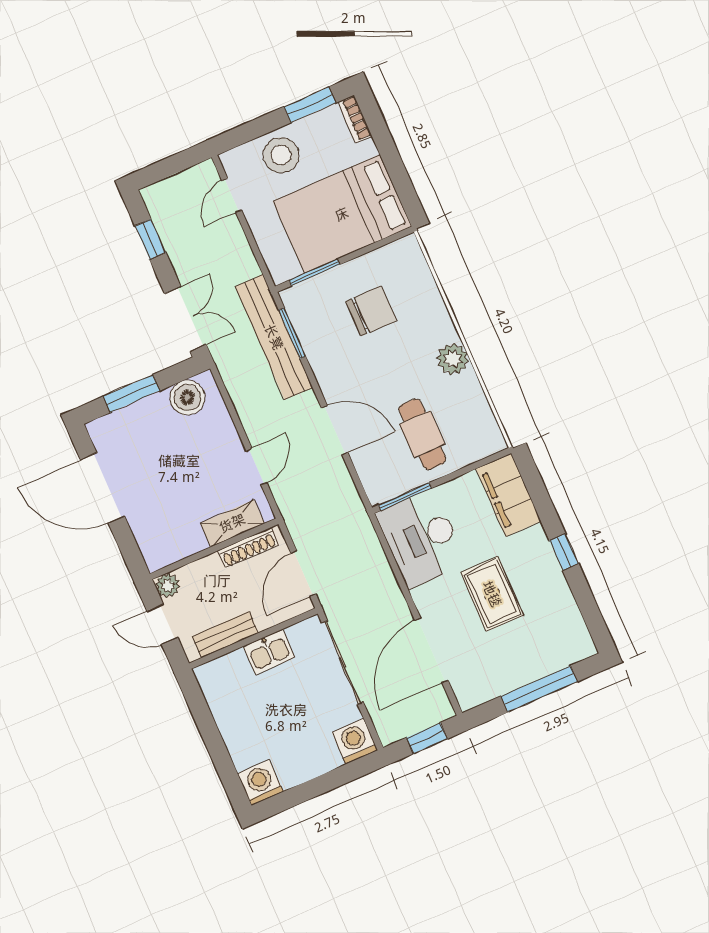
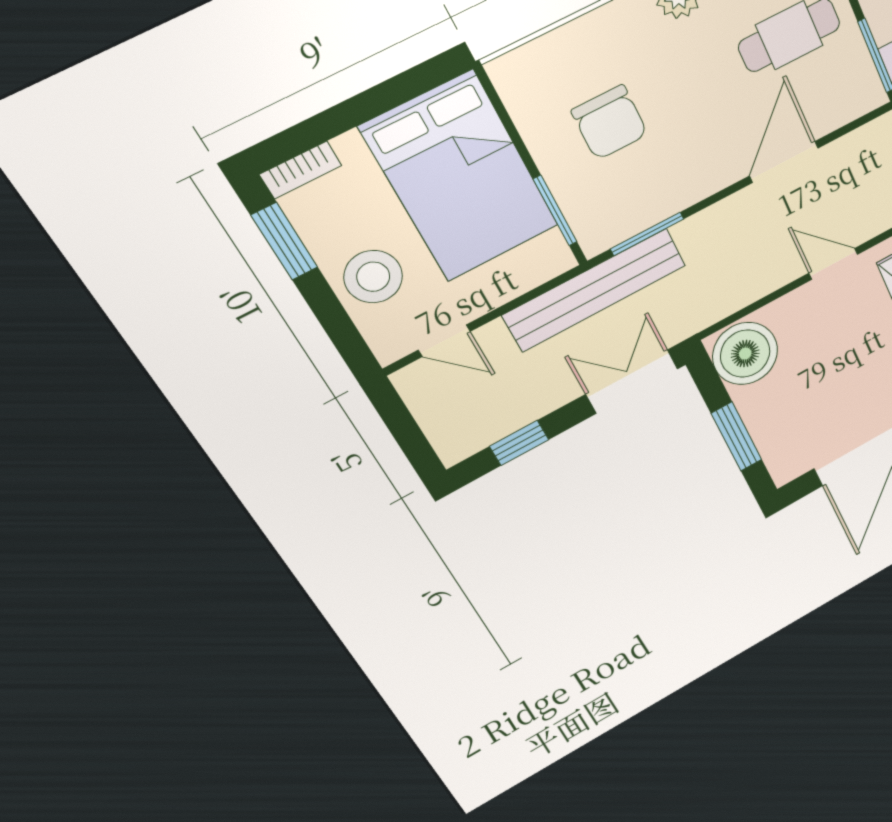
chair: (371, 311) -> (610, 122), turned 180
bench: (274, 337) -> (595, 290), moved
boiler: (187, 398) -> (745, 354), width x1.37, depth x1.37

